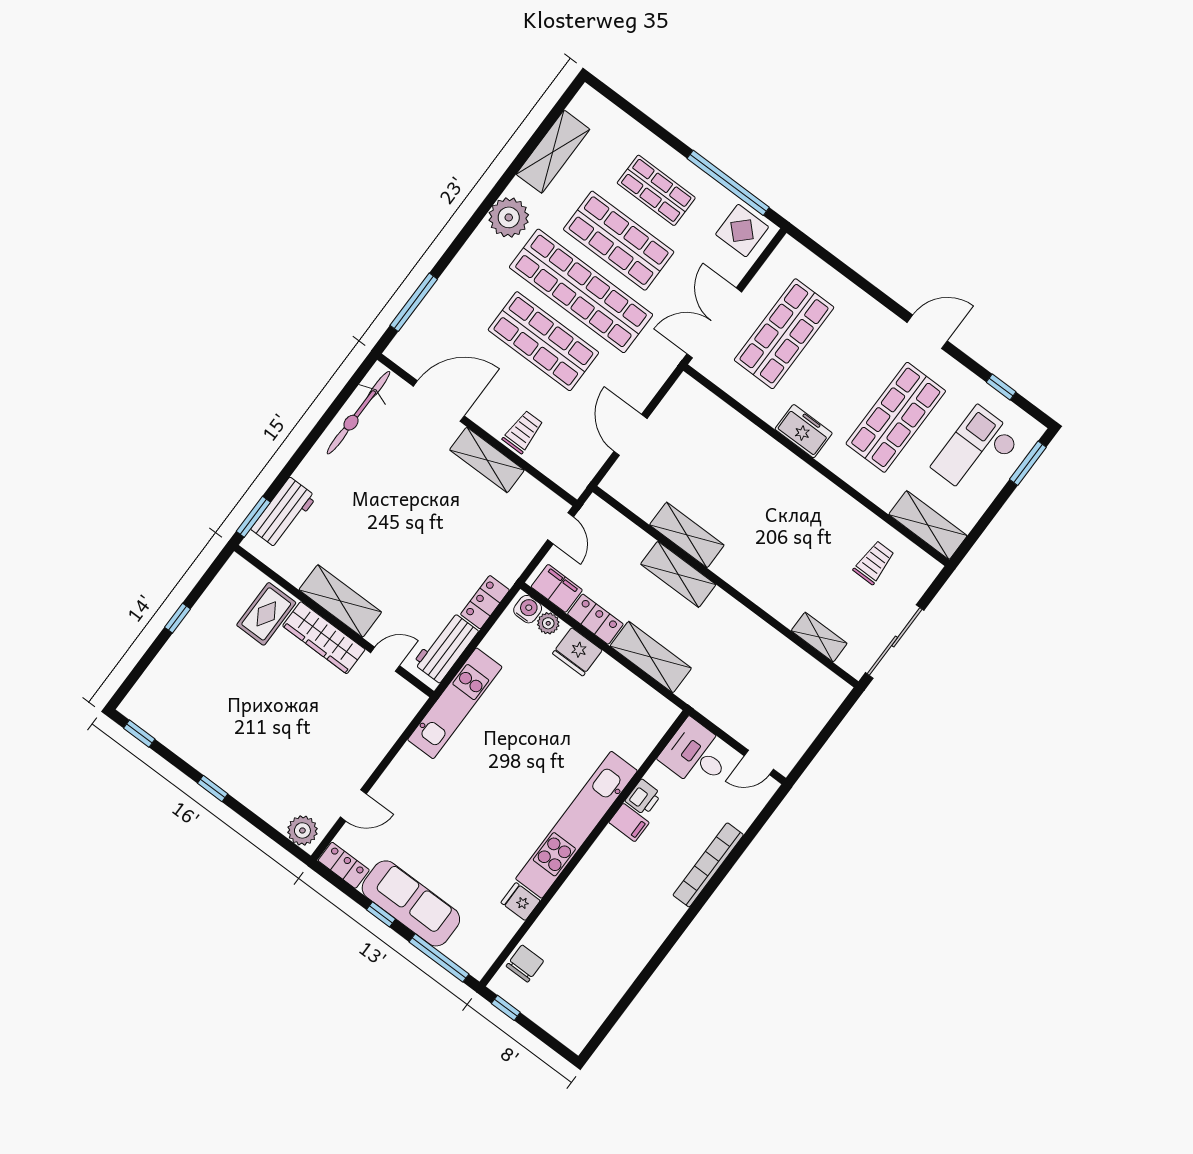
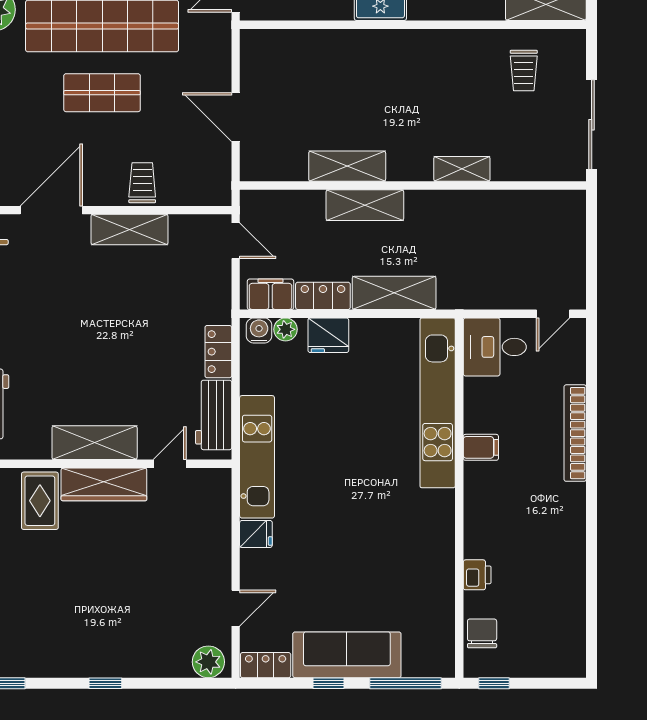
shop shelf: (543, 341) -> (102, 93), width x0.70, depth x0.74
trolley: (874, 562) -> (524, 70), turned 180
shelving: (819, 637) -> (462, 169), moved
printer: (643, 797) -> (477, 575), moved
kitchen unit: (576, 825) -> (438, 403), moved
fridge: (521, 902) -> (256, 534), moved, turned 180

